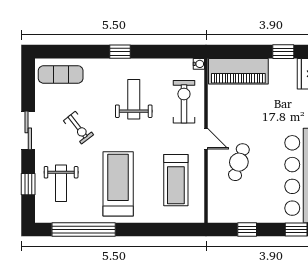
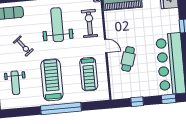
weight bench: (134, 99) -> (57, 25), width x1.36, depth x1.33
window: (84, 229) -> (61, 108), moved

